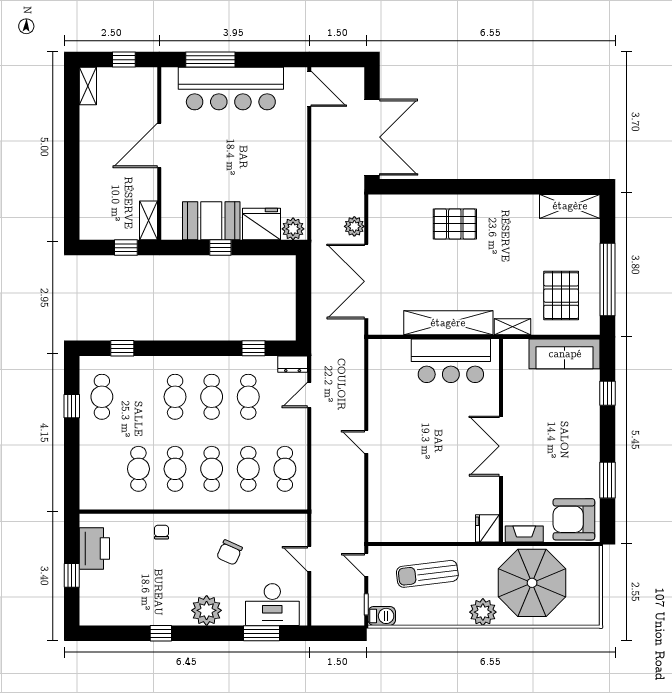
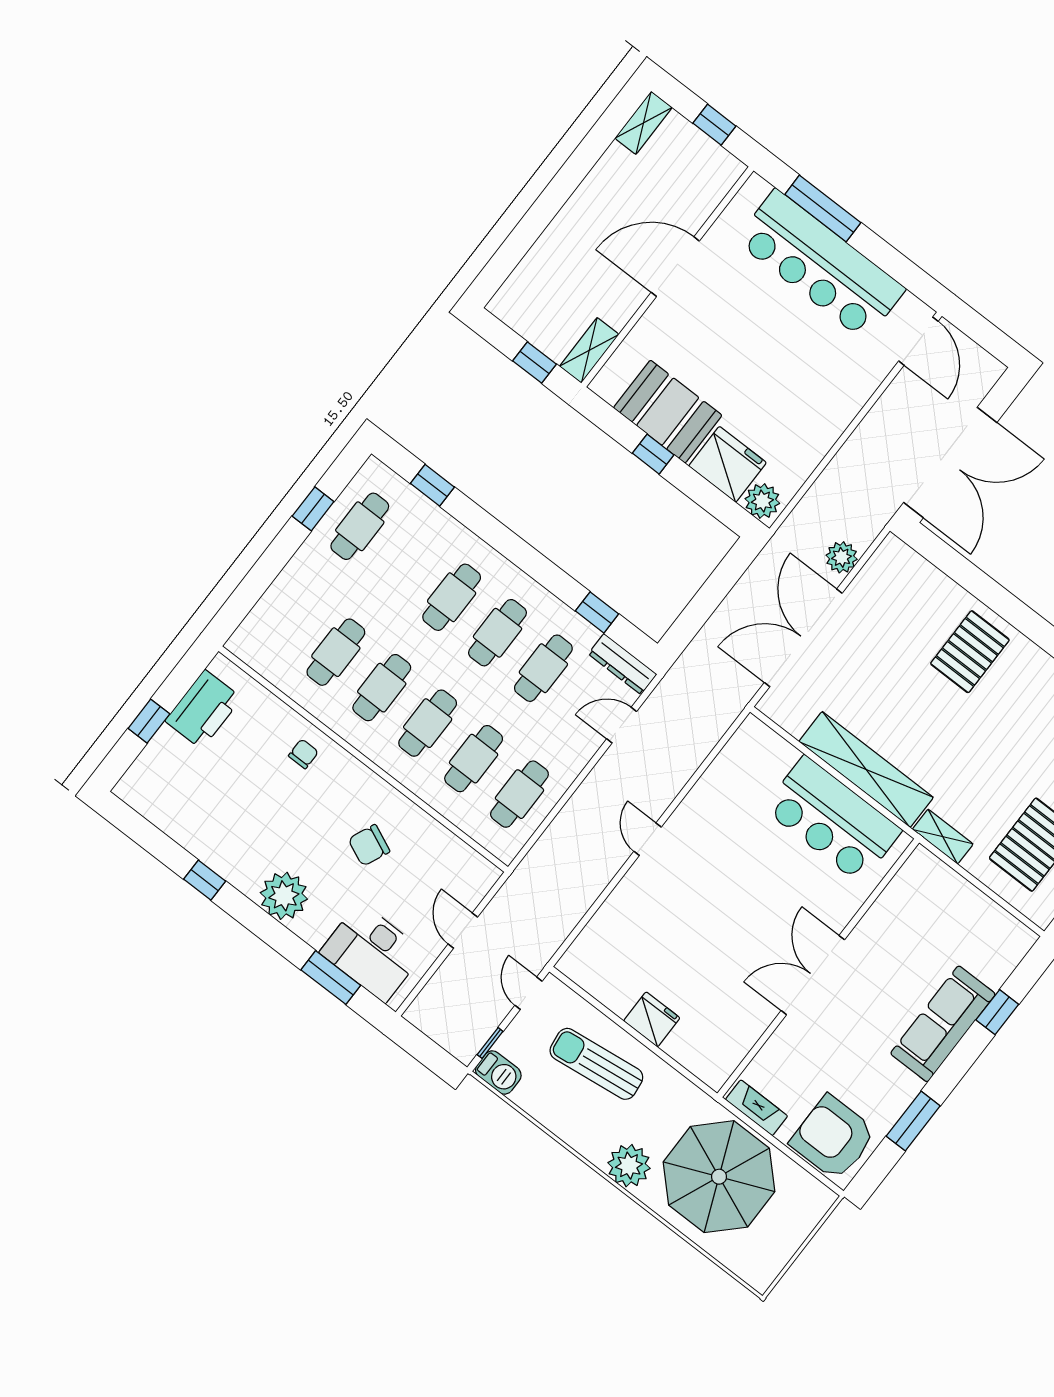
pallet: (455, 224) -> (970, 652), turned 90
sofa: (565, 354) -> (943, 1024), moved, turned 90
dresser: (293, 364) -> (623, 664), width x1.44
fridge: (487, 528) -> (652, 1019), moved, turned 90

